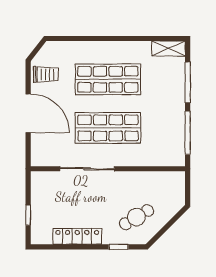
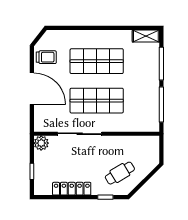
plant: (40, 180) -> (41, 143), added

